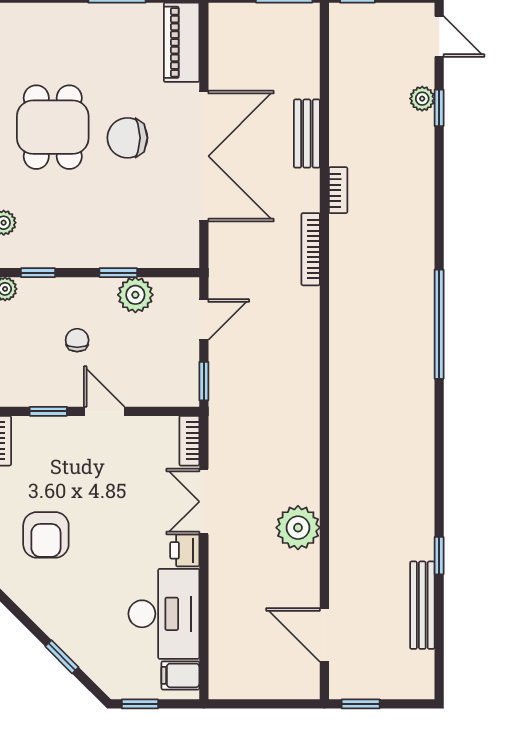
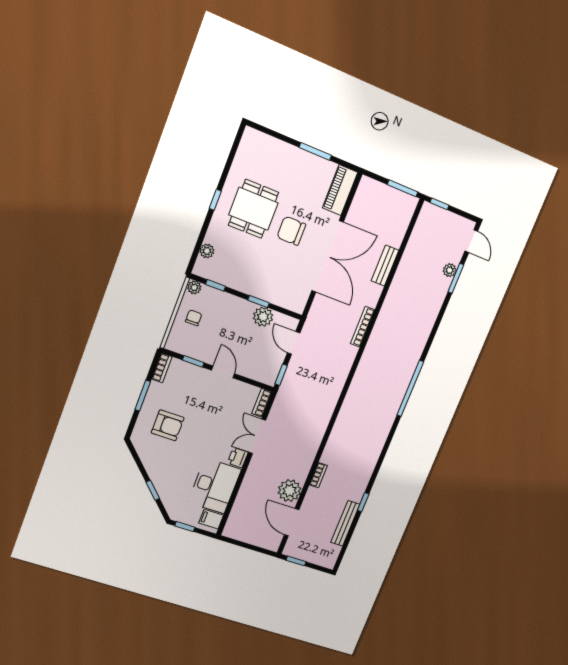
window: (439, 108) -> (456, 278), width x1.50
bookcase: (338, 190) -> (318, 475), moved
door: (204, 320) -> (294, 343), swing flipped
chair: (77, 340) -> (194, 318), moved
plant: (298, 528) -> (290, 491), moved
armchair: (46, 535) -> (168, 425), turned -90

